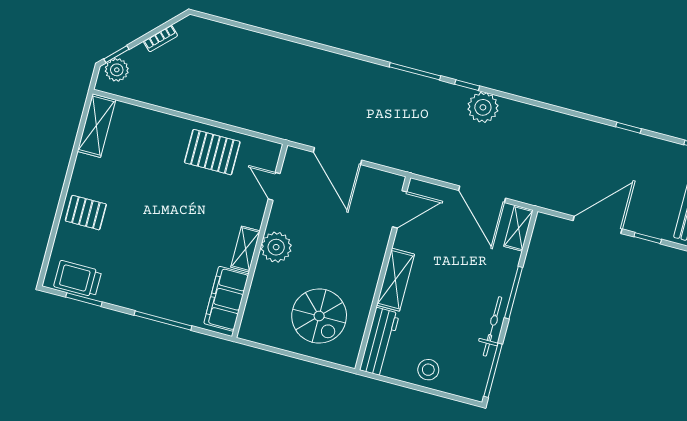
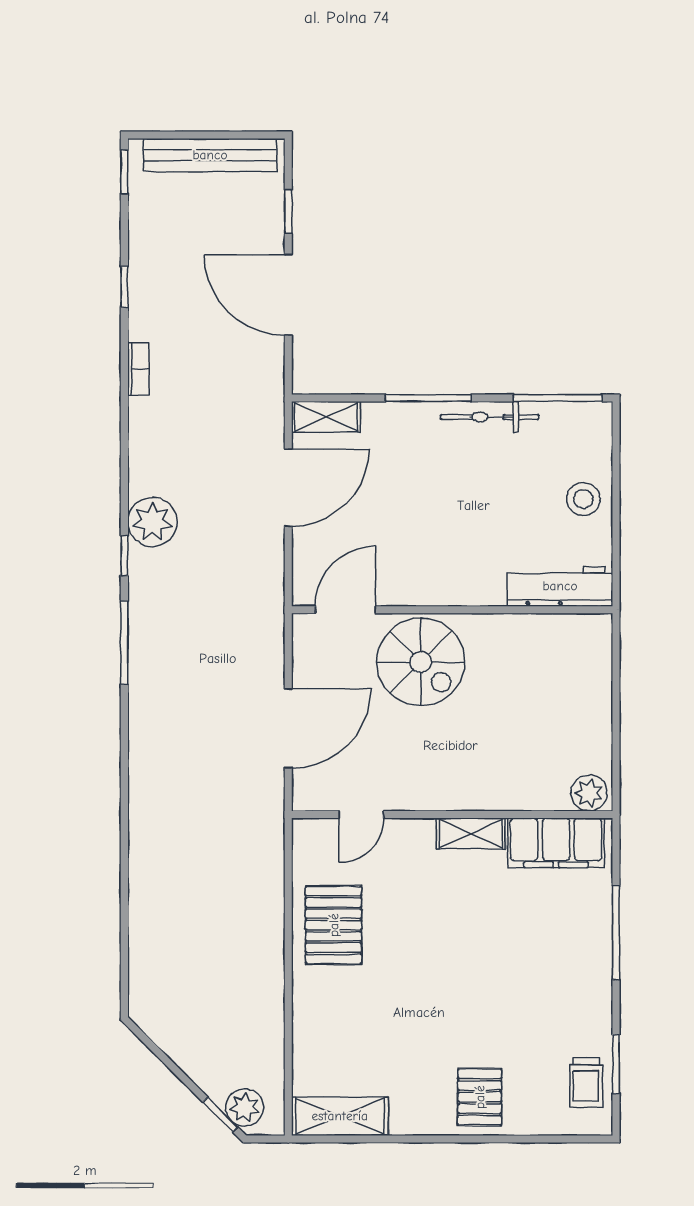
bookcase: (160, 38) -> (138, 369), moved, turned 45
door: (400, 209) -> (346, 610), hinge flipped
plant: (276, 247) -> (589, 793), moved, width x0.73, depth x0.73
trolley: (78, 279) -> (586, 1083), width x0.73, depth x0.72
shelving: (395, 280) -> (457, 587), removed
spiral stairs: (319, 316) -> (421, 662), moved, turned 90

